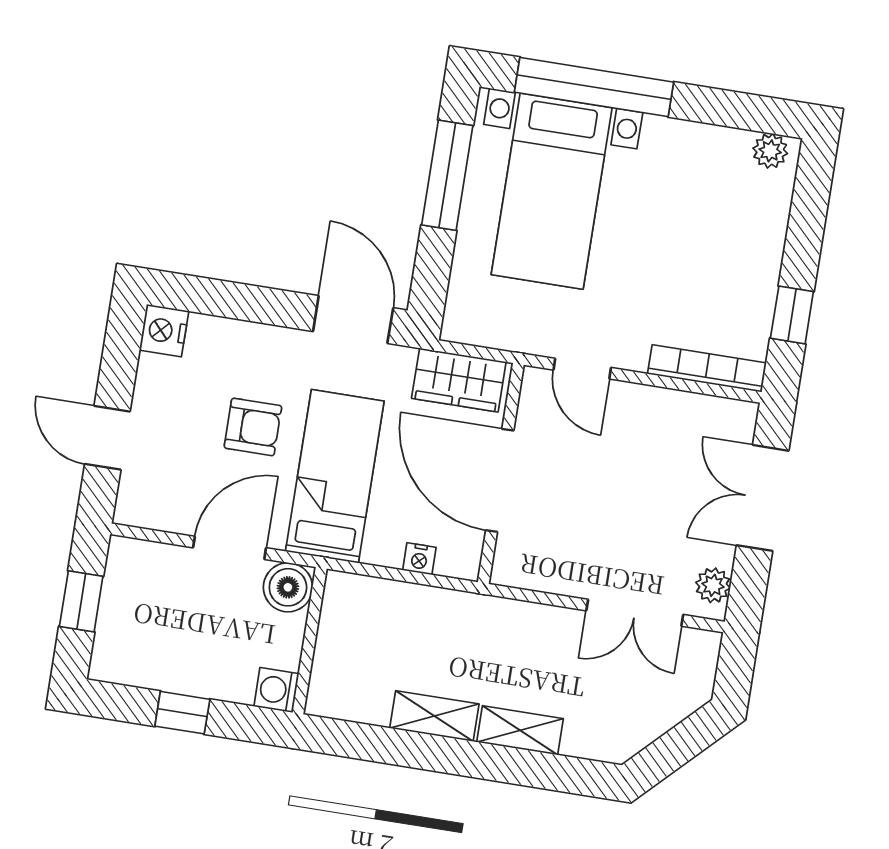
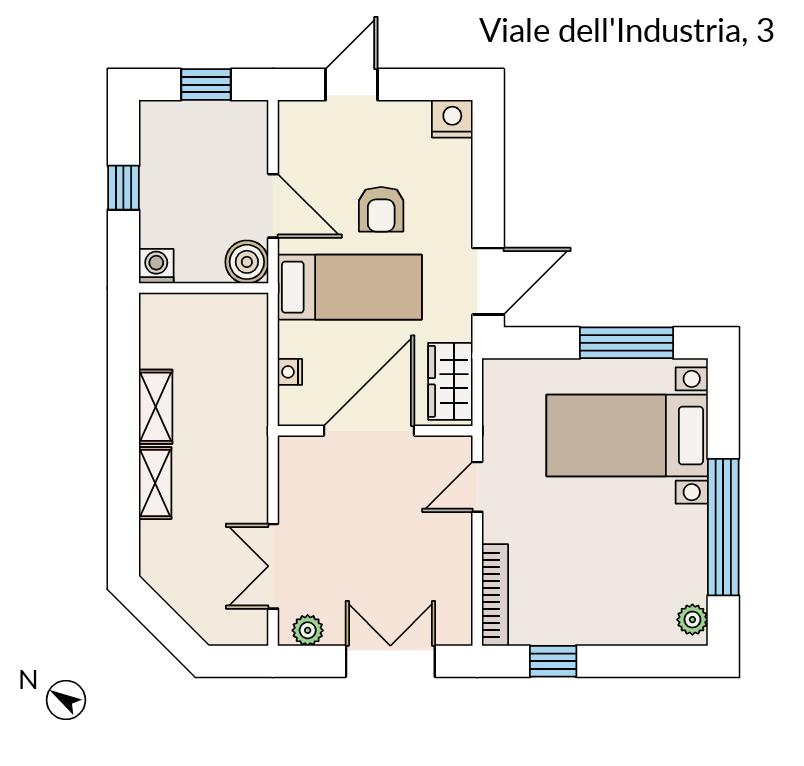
window: (594, 87) -> (723, 527), moved

